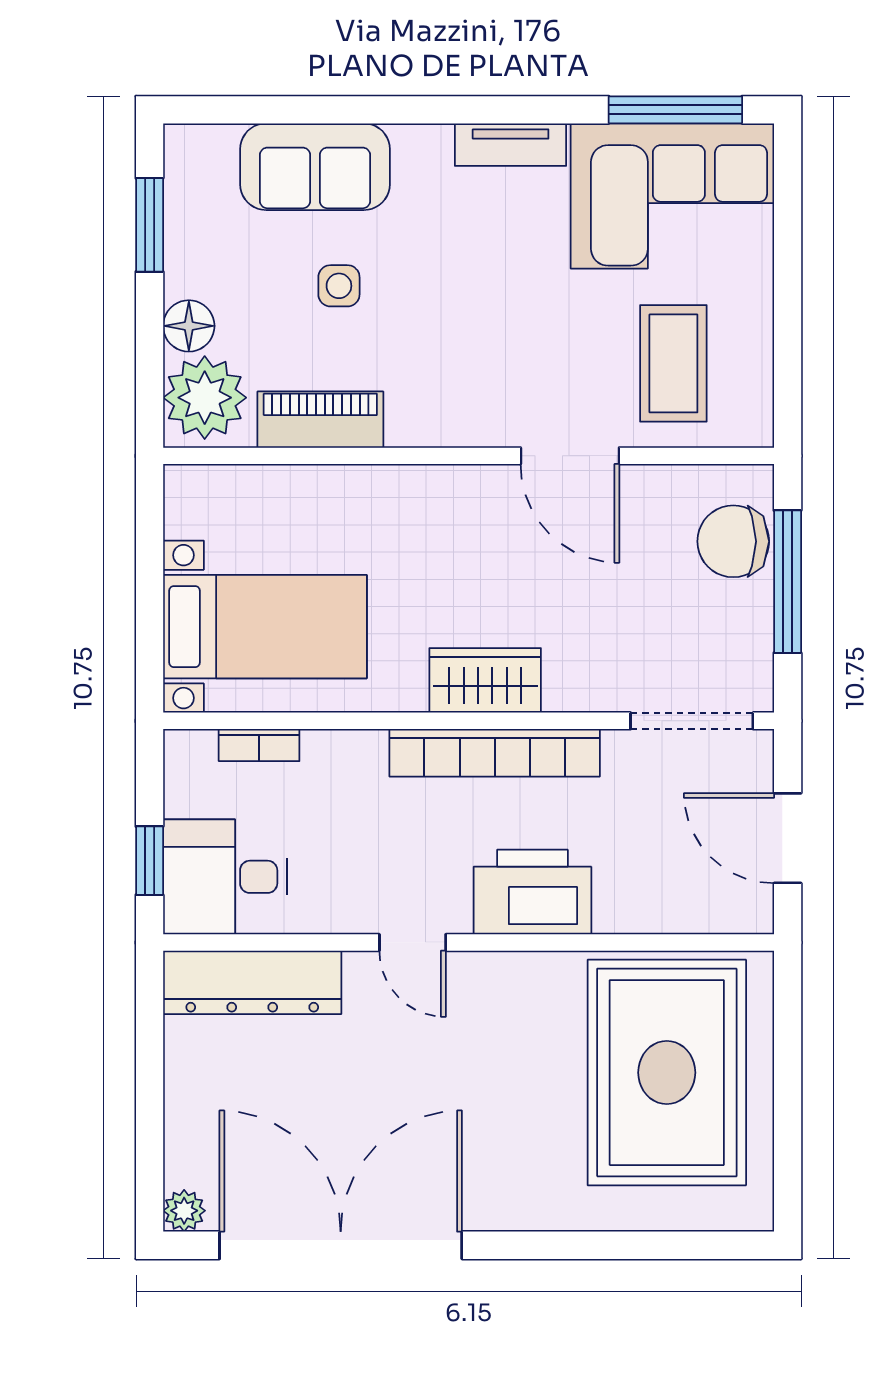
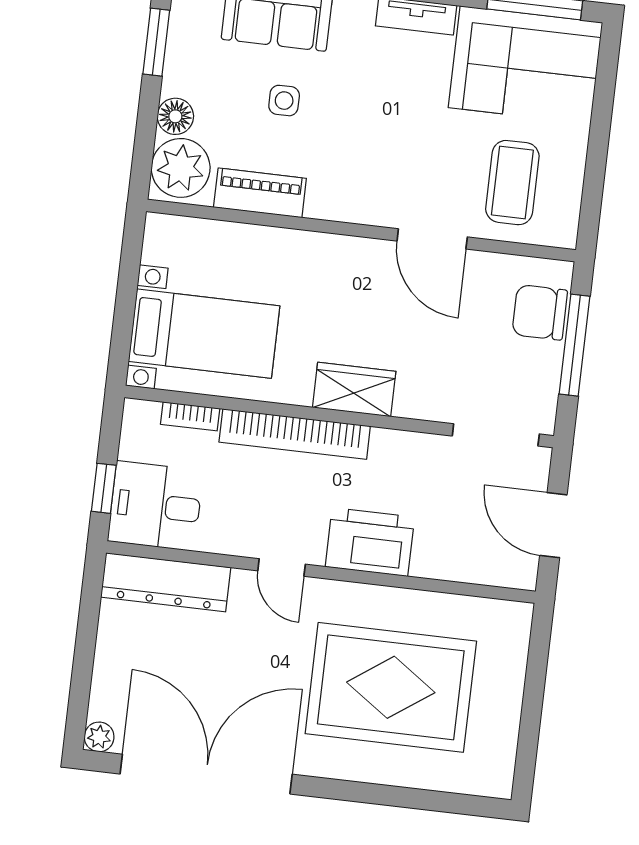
bookcase: (495, 753) -> (295, 434), moved
rug: (667, 1073) -> (391, 687), moved, turned 90

